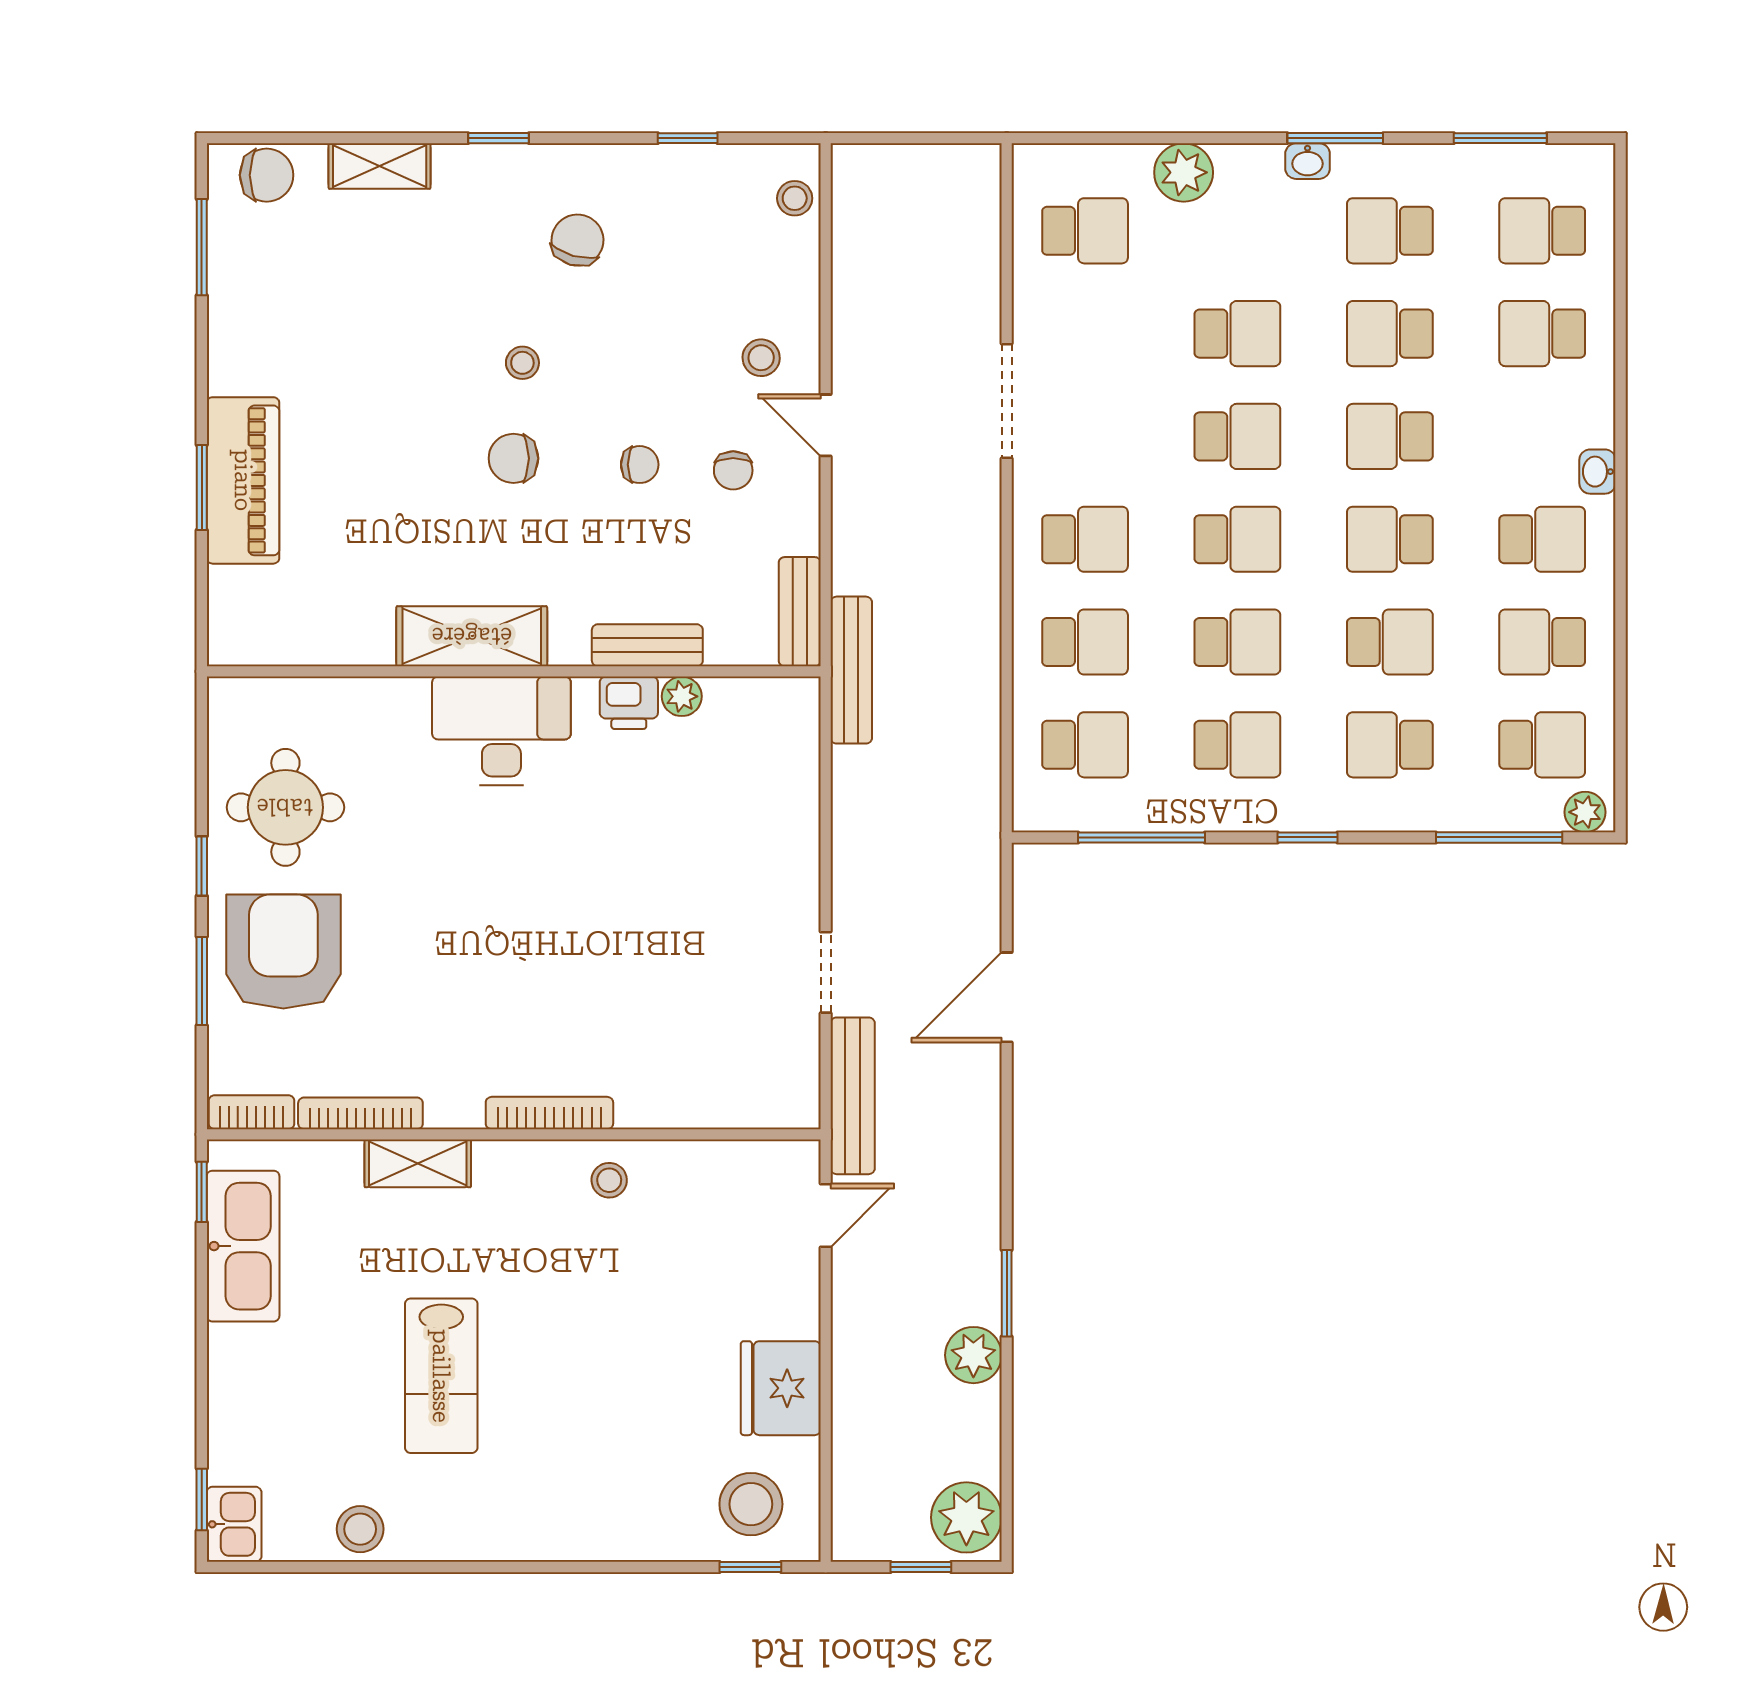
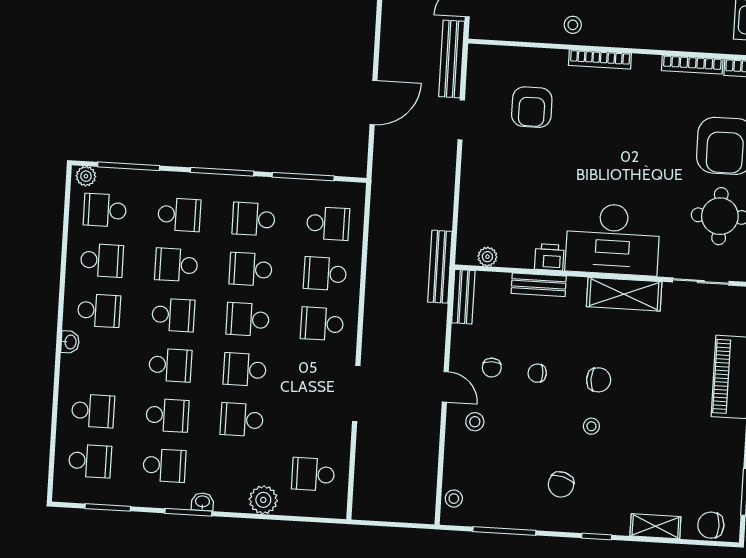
window: (688, 138) -> (504, 531), width x2.17
chair: (733, 470) -> (492, 368), turned 180
school desk: (1542, 539) -> (99, 311), turned 180
sliding door: (317, 671) -> (701, 282), added
plant: (682, 696) -> (487, 257), moved
desk: (501, 731) -> (613, 239), width x1.36, depth x1.30
school desk: (1085, 745) -> (328, 223), turned 180
window: (1308, 837) -> (222, 172), width x2.17
armchair: (683, 1007) -> (532, 107), added
shelving: (418, 1163) -> (666, 39), removed

